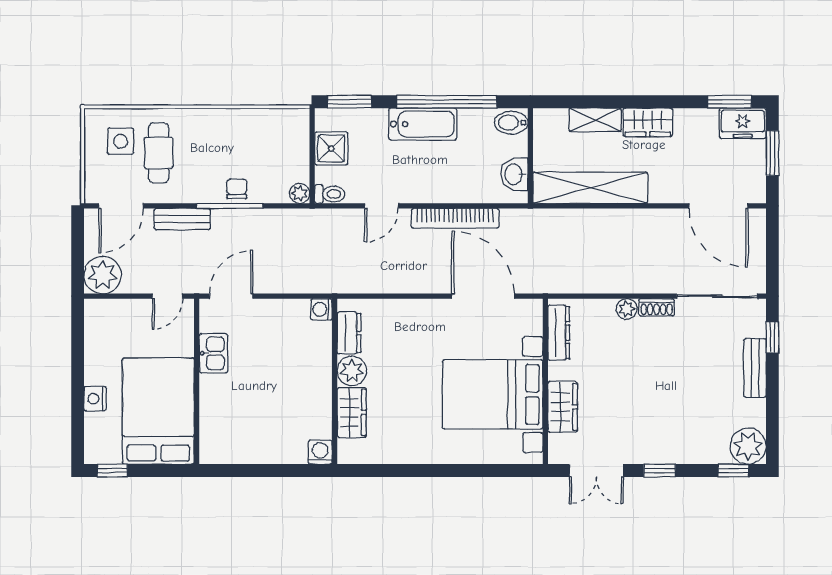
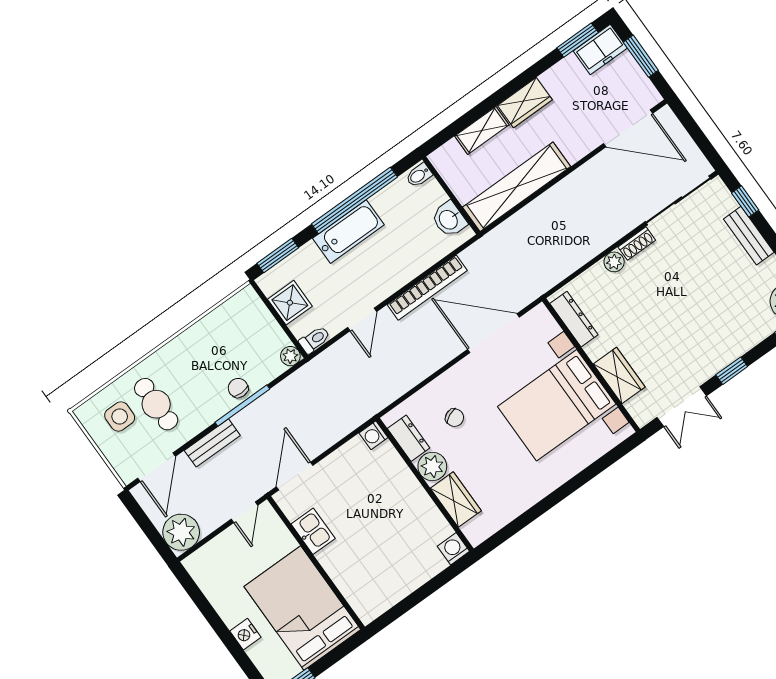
bidet: (511, 123) -> (419, 175), width x0.72, depth x0.74
chair: (400, 343) -> (455, 418), added

